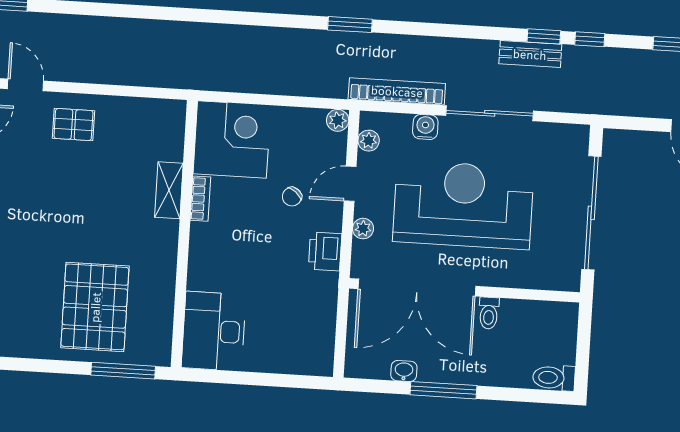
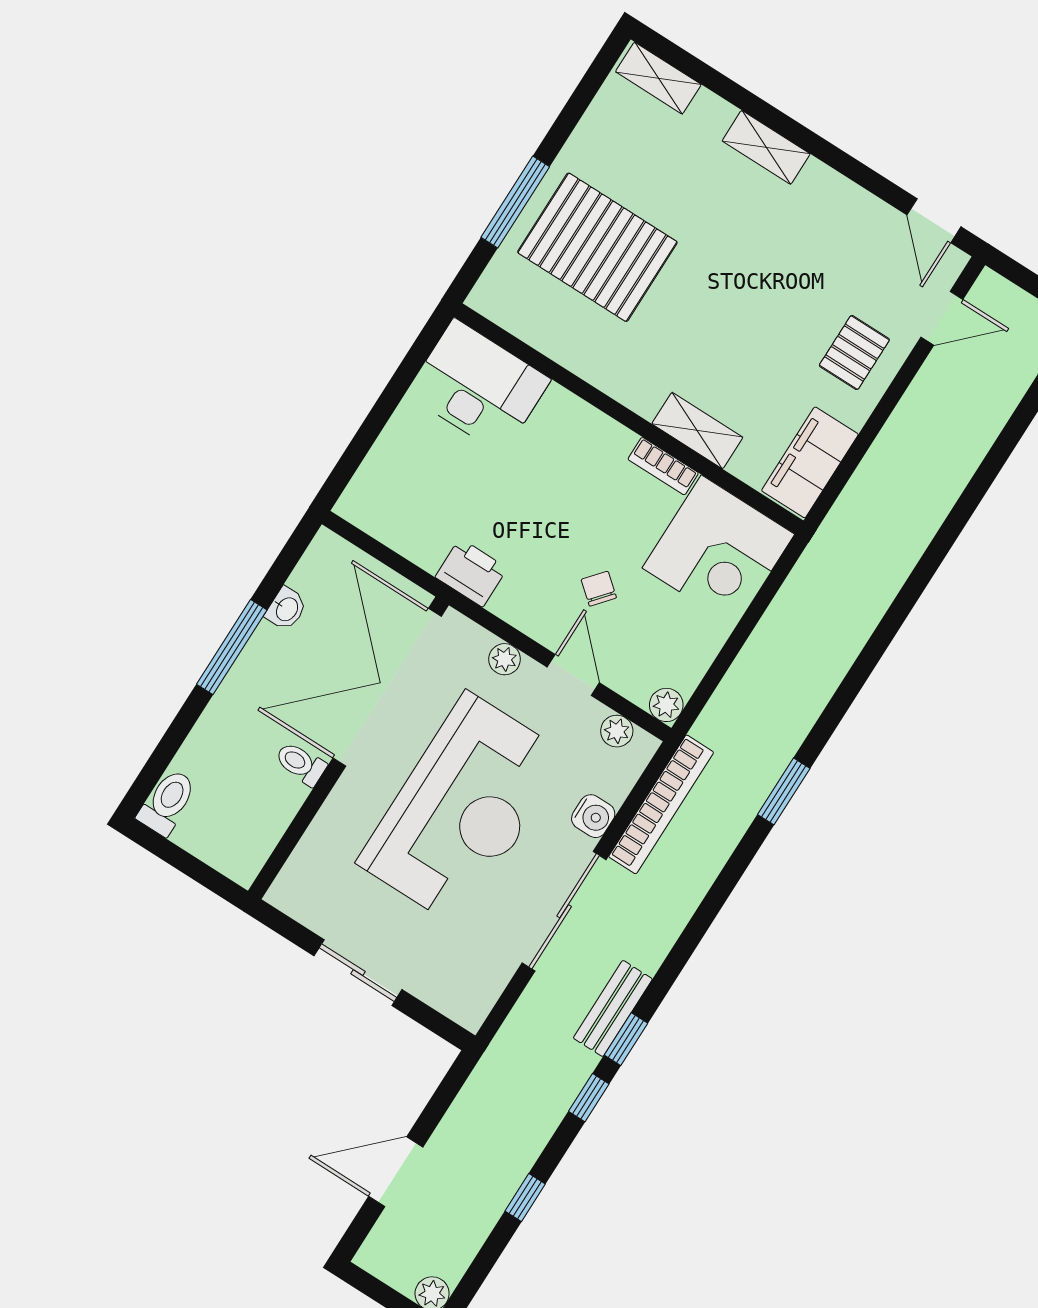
filing cabinet: (151, 115) -> (810, 462), added
sliding door: (591, 213) -> (358, 973), width x0.54
printer: (325, 251) -> (471, 573), moved
window: (123, 371) -> (515, 202), moved

